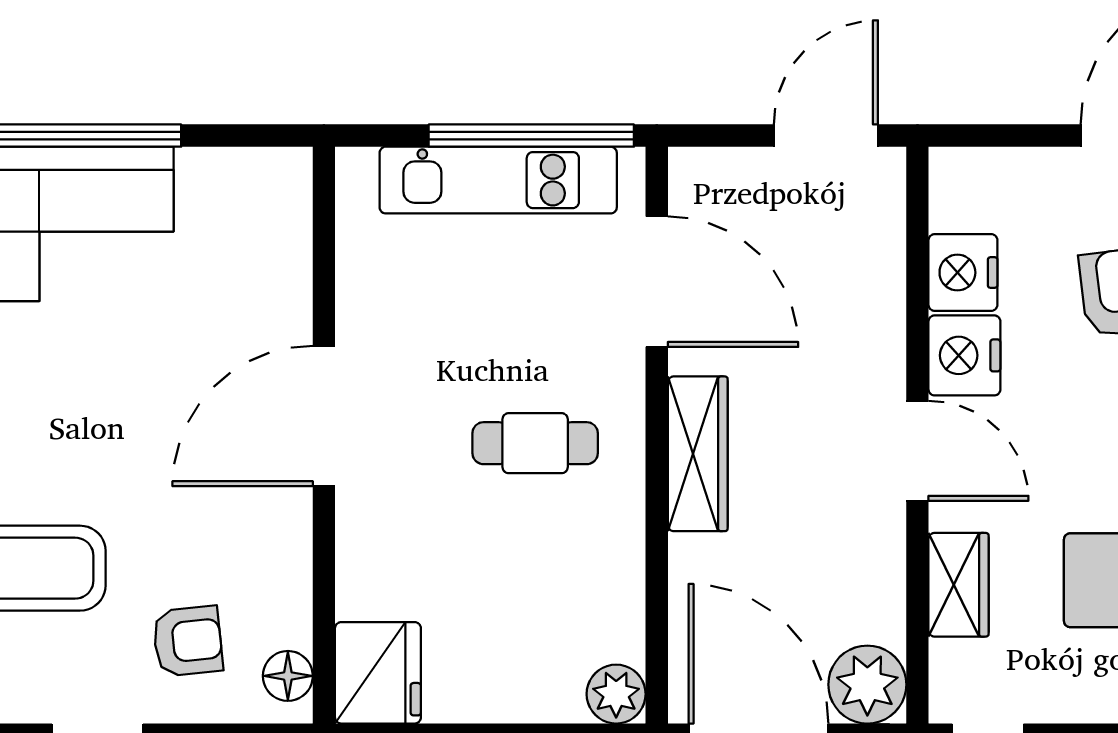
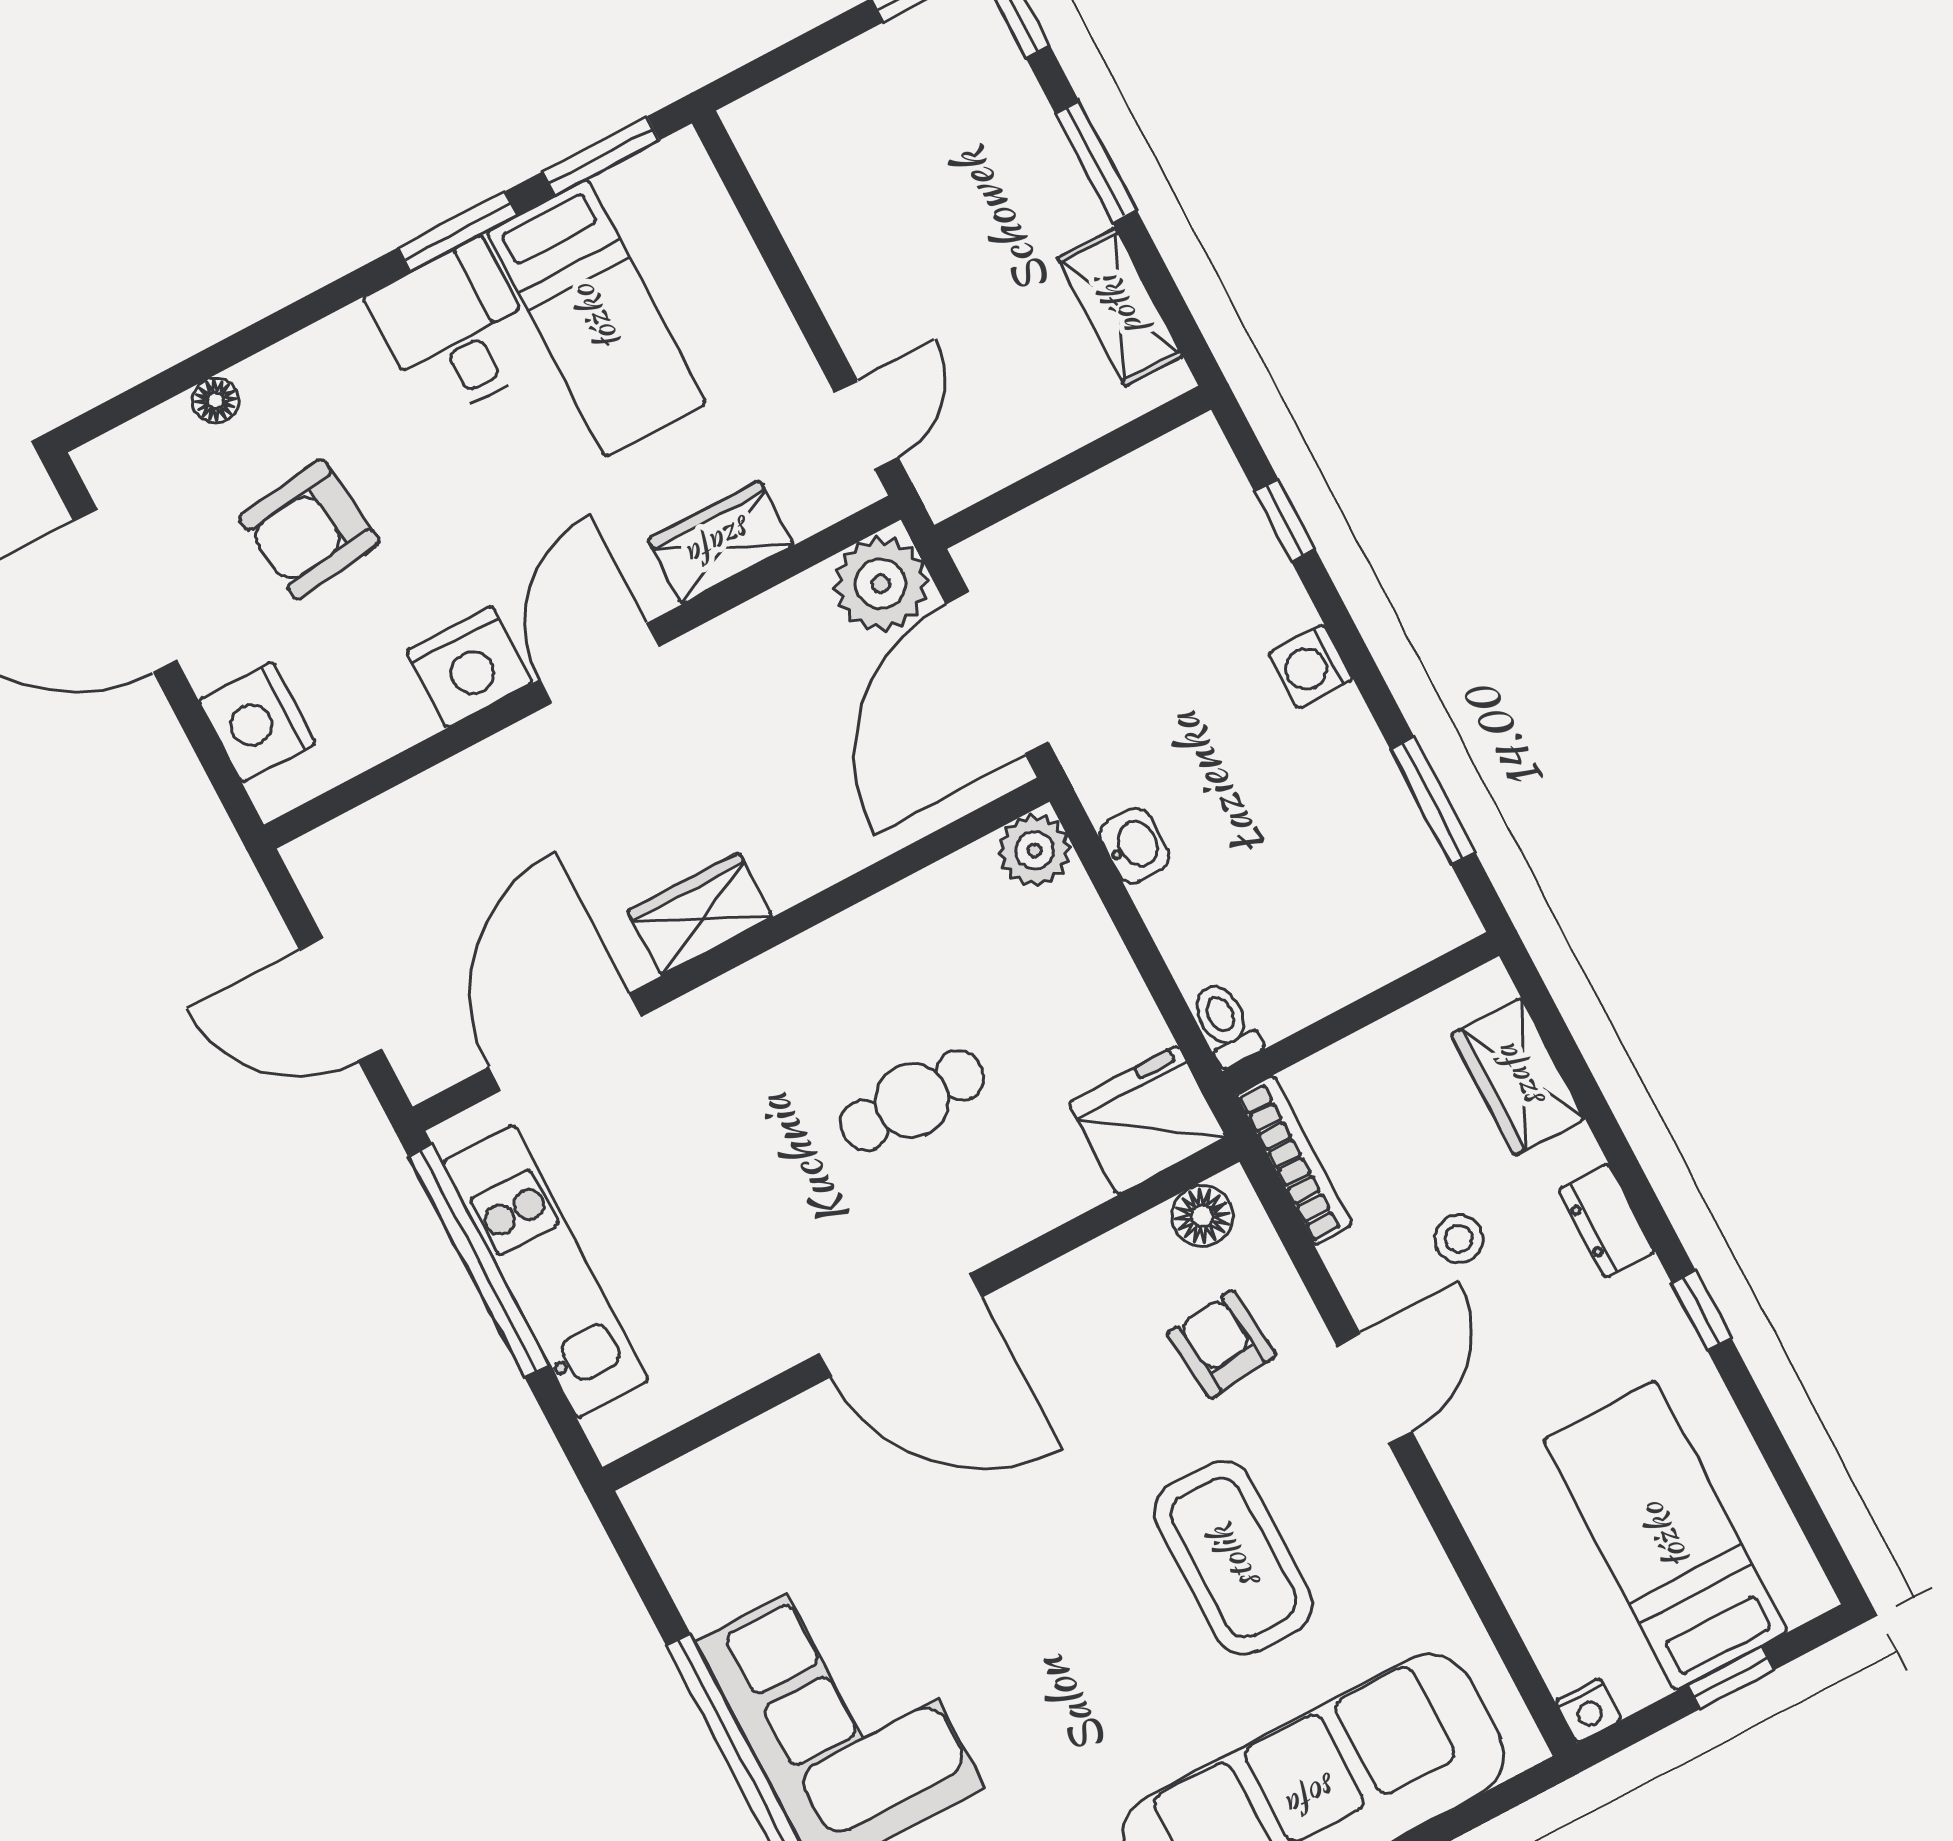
door: (826, 136) -> (341, 999), moved
nightstand: (963, 273) -> (257, 722), moved, turned 90
cafe table: (535, 443) -> (912, 1100), moved, turned 90
wardrobe: (698, 454) -> (700, 914), width x0.67

